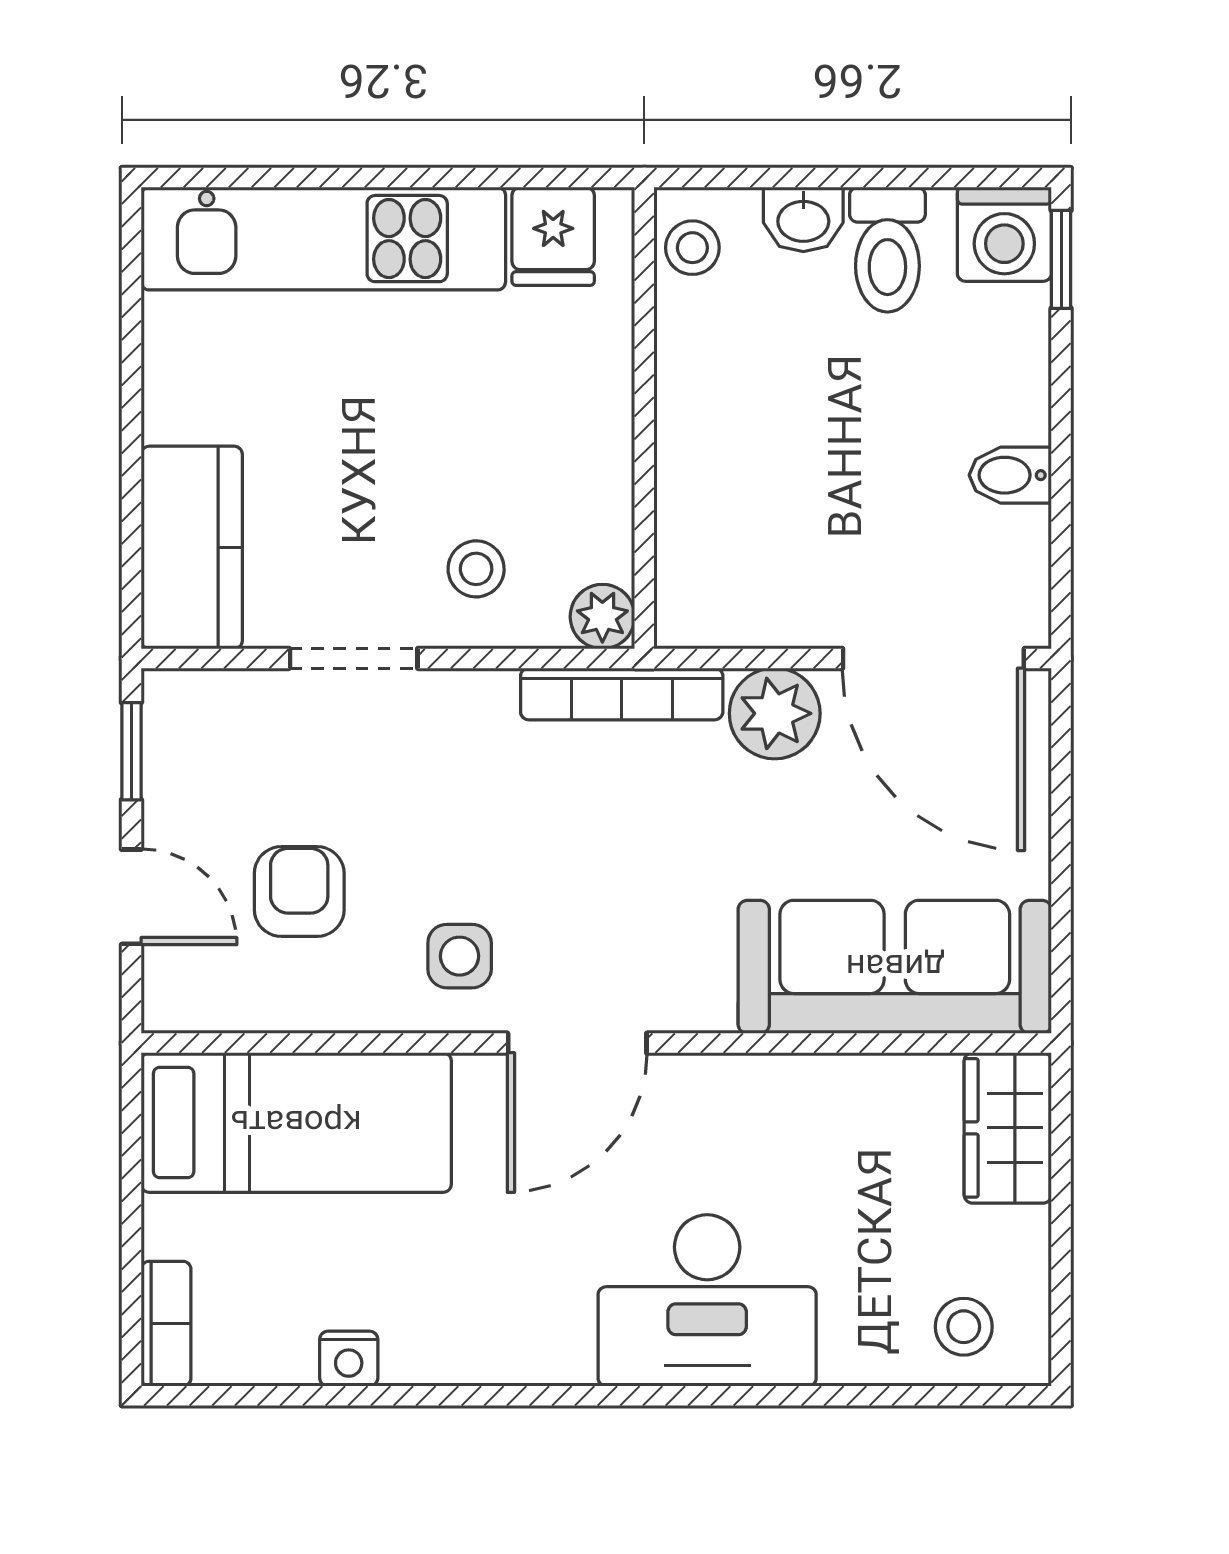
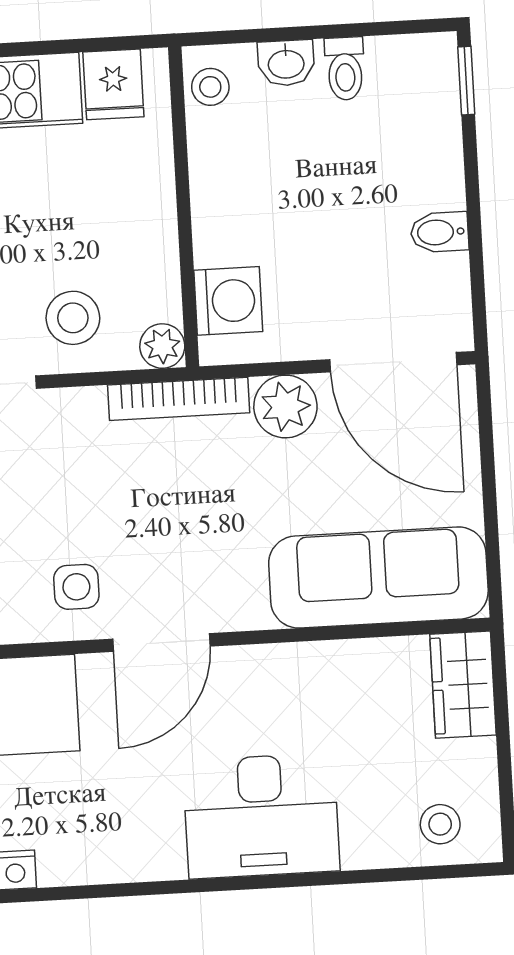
washing machine: (1004, 234) -> (228, 301), moved, turned -90
toilet: (887, 250) -> (345, 69), width x0.73, depth x0.72
stool: (476, 569) -> (73, 318), width x1.37, depth x1.37

